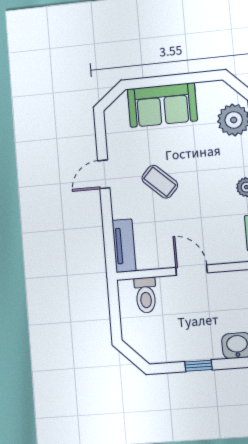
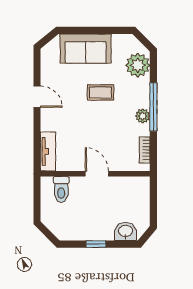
door: (104, 174) -> (37, 97), swing flipped
coffee table: (160, 182) -> (101, 92), moved, turned -43

